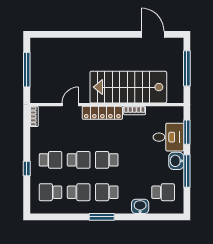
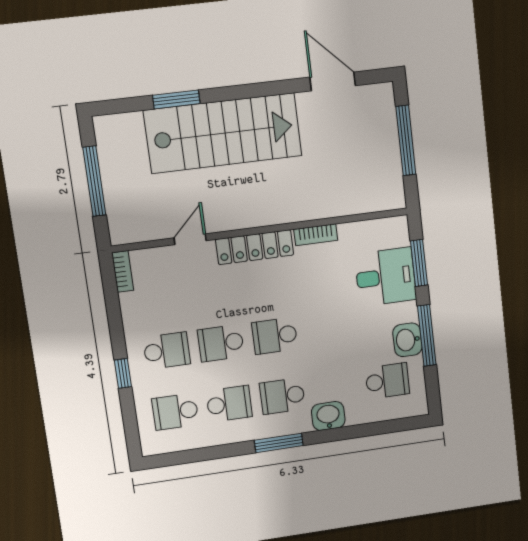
window: (73, 34) -> (176, 99), added
stairs: (128, 87) -> (223, 133), moved, turned 180
school desk: (79, 160) -> (221, 343), turned 180
washbasin: (176, 161) -> (407, 340), moved
washbasin: (140, 206) -> (328, 416), moved

